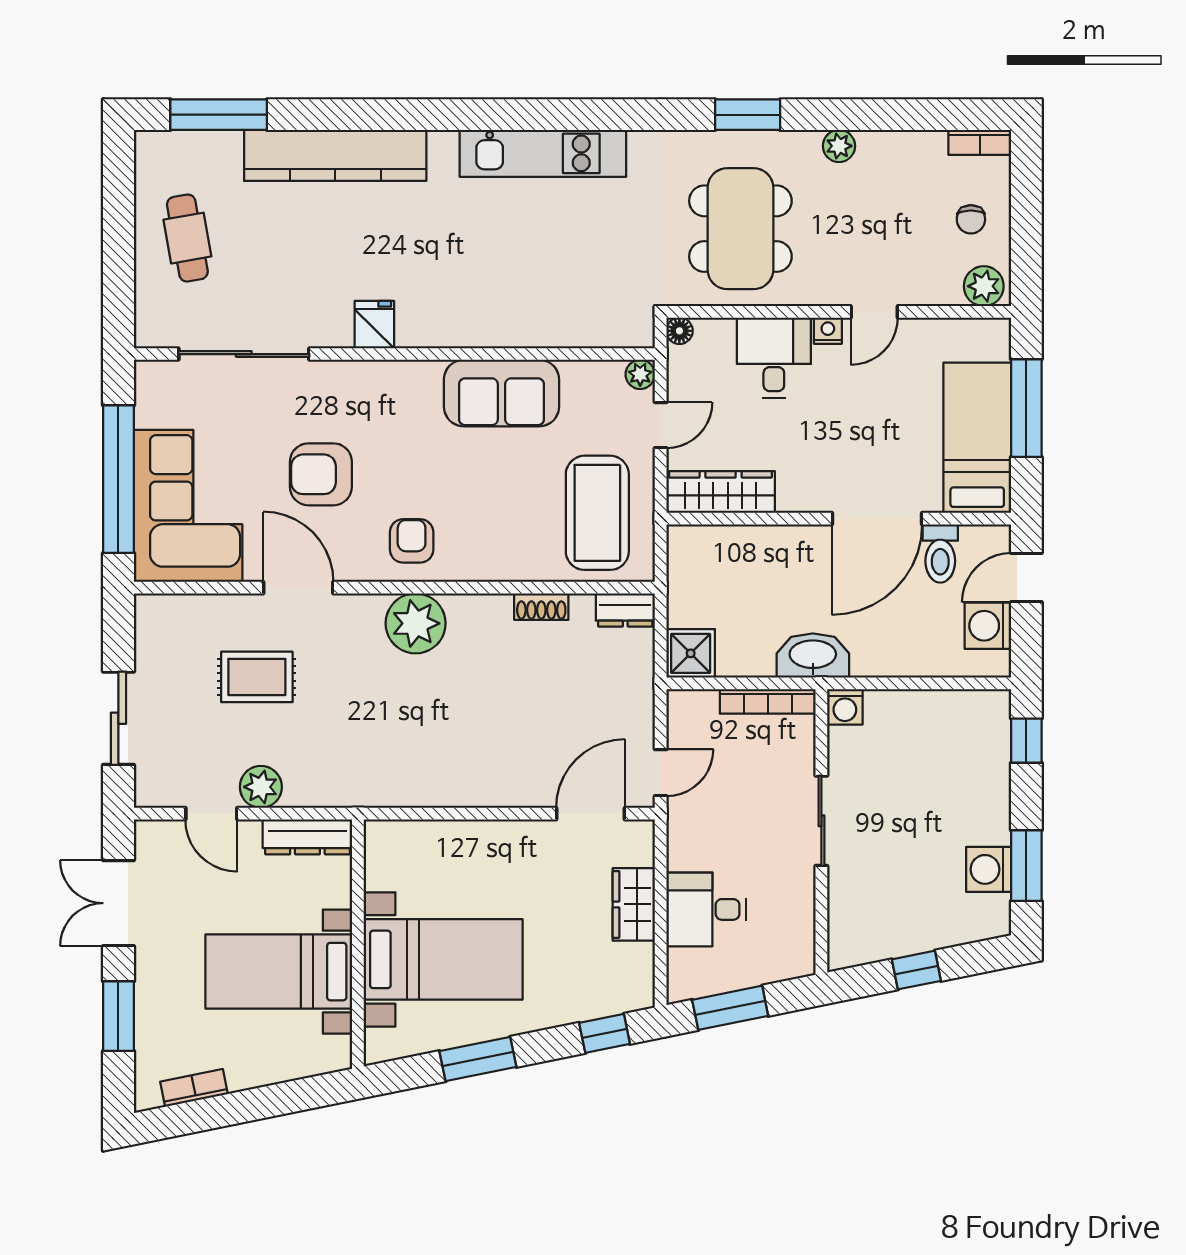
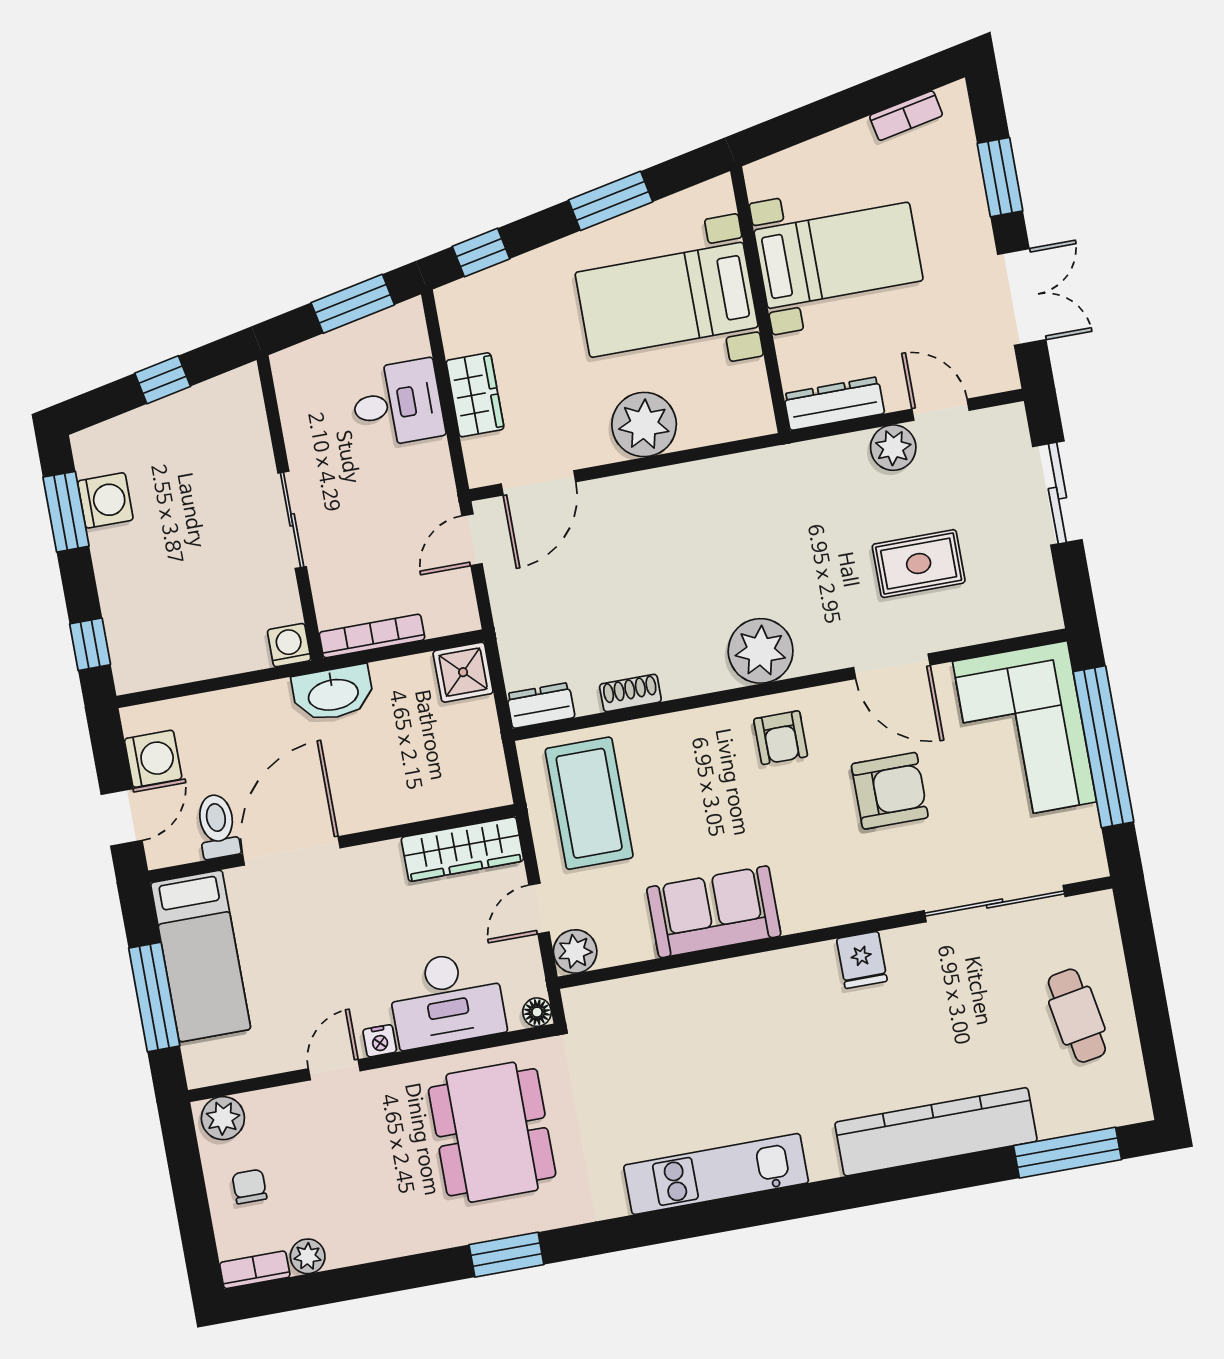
plant: (839, 146) -> (308, 1256), moved
desk: (774, 358) -> (446, 999), width x1.37
plant: (640, 374) -> (575, 951), width x1.38, depth x1.38
plant: (484, 849) -> (644, 425), added

